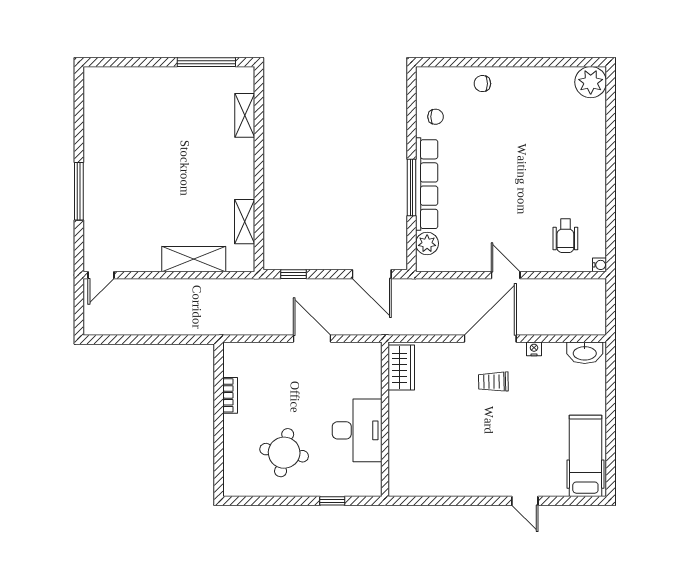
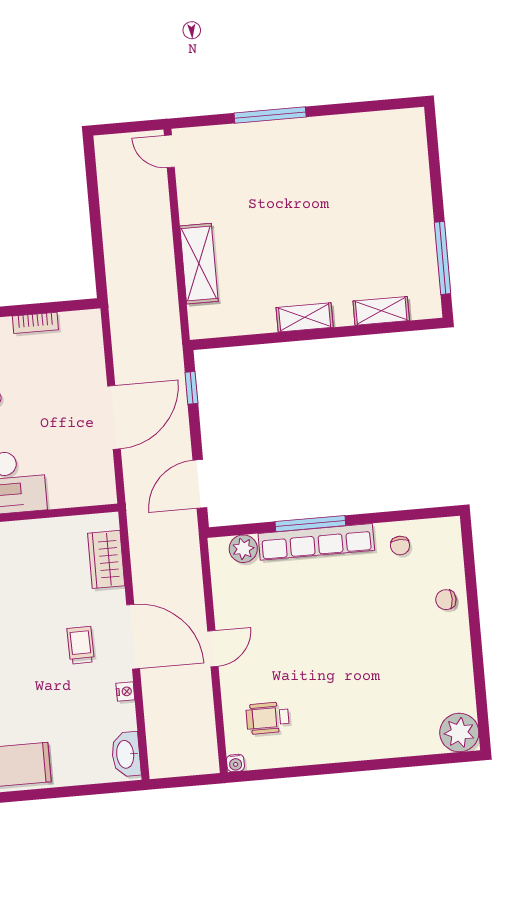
chair: (482, 84) -> (446, 600), turned -90
shelving: (245, 222) -> (305, 317), moved
door: (312, 339) -> (114, 417), width x1.36
wardrobe: (401, 368) -> (106, 559), moved, turned 90

